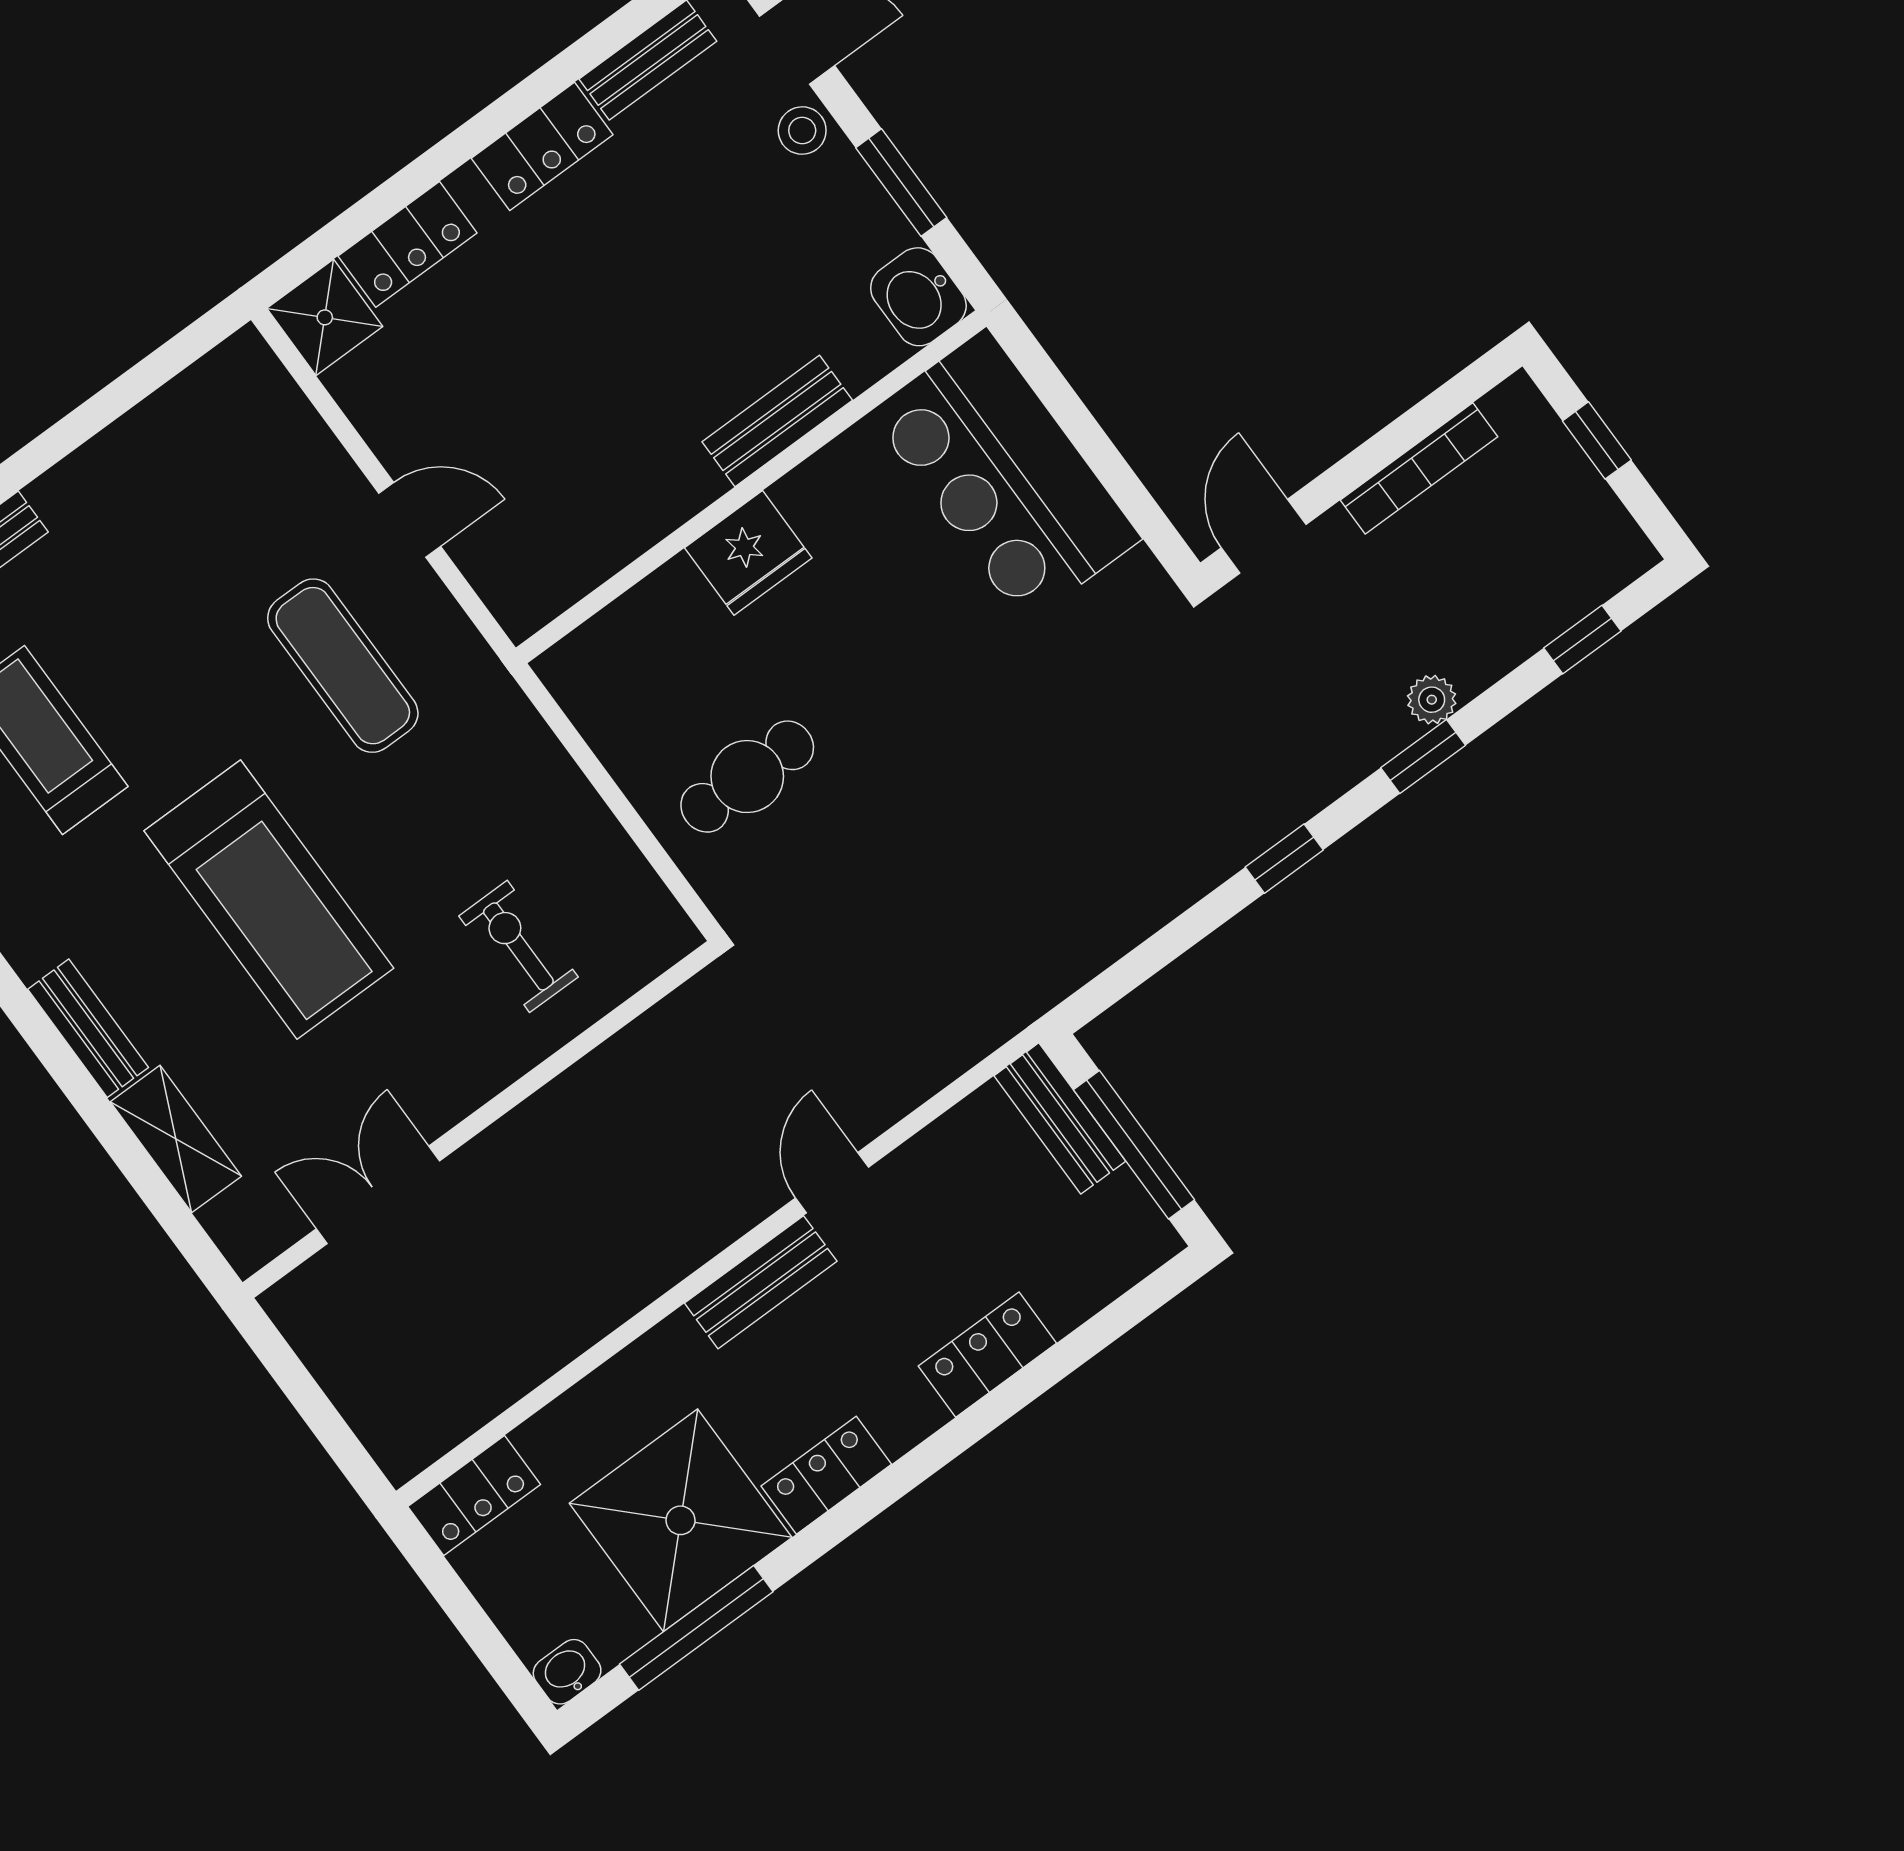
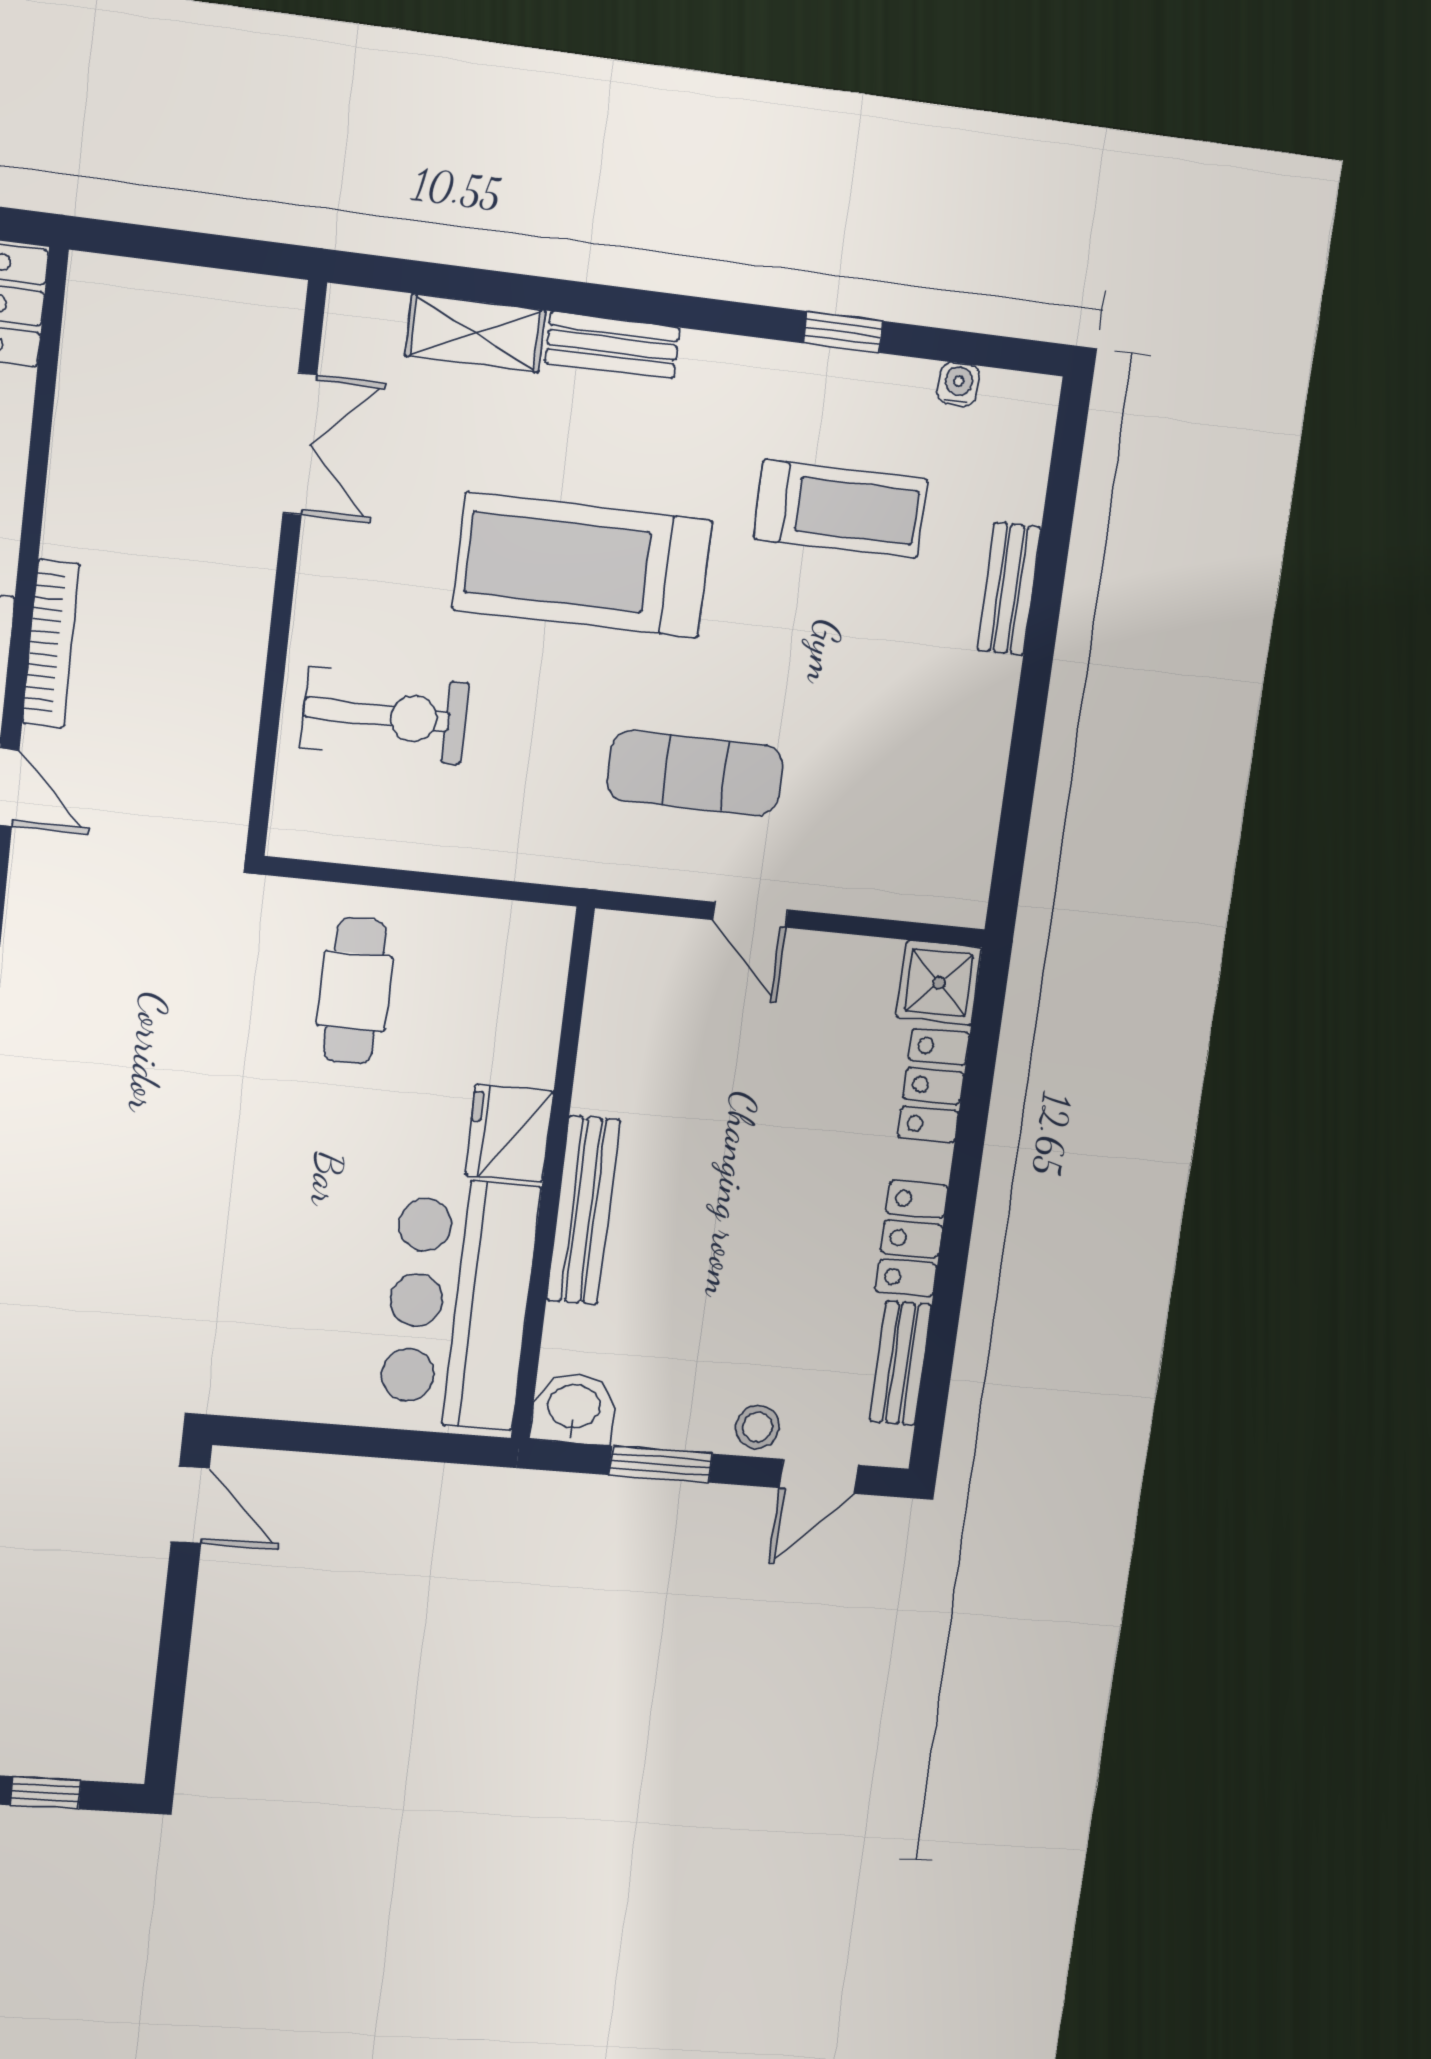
bench: (777, 421) -> (583, 1210), width x1.36
bookcase: (1419, 468) -> (51, 644), moved, turned 180
bar counter: (1006, 476) -> (459, 1304), moved, turned -90
door: (410, 520) -> (750, 915), hinge flipped
exercise bike: (518, 946) -> (385, 715), width x1.38, depth x1.39

